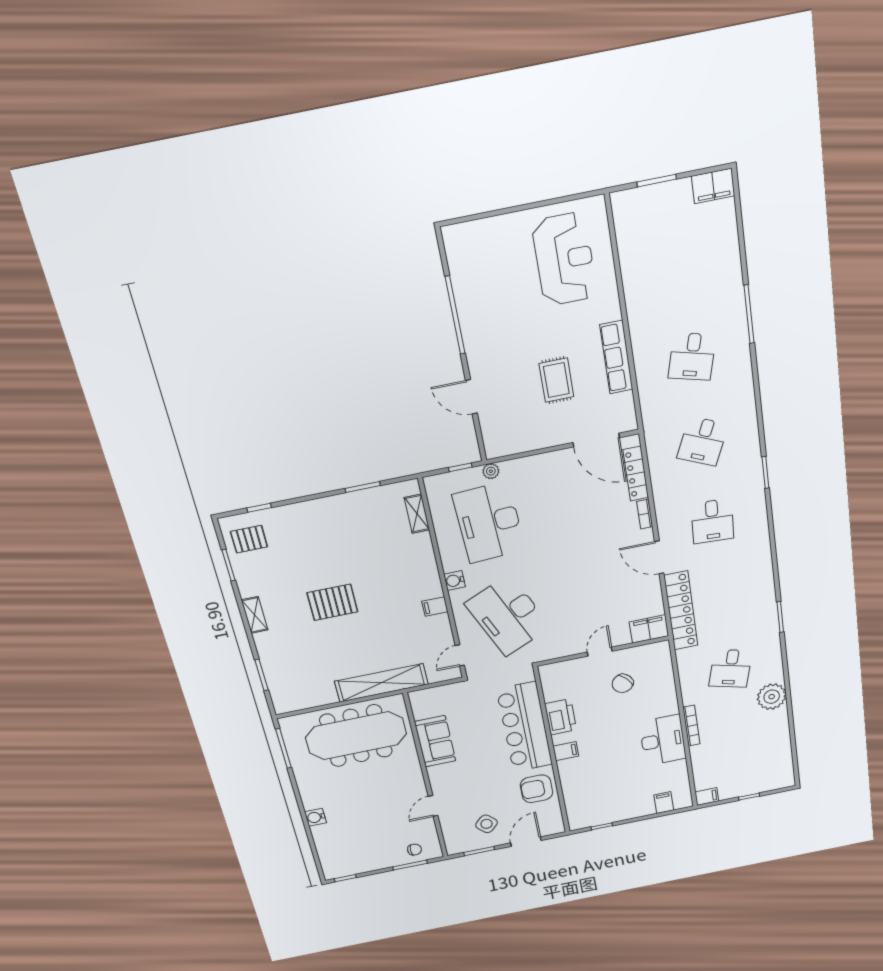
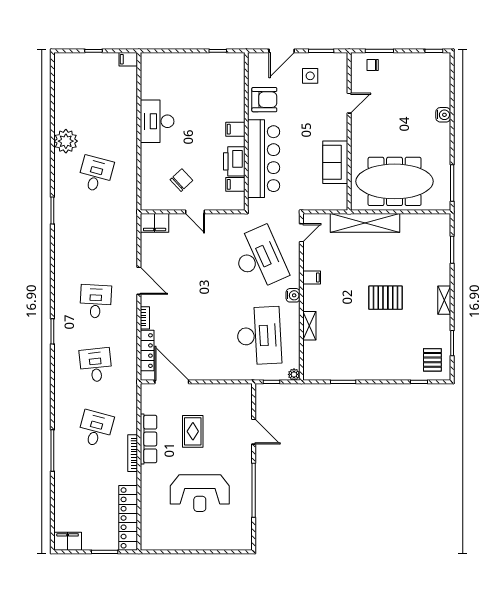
reception desk: (564, 259) -> (200, 493), moved, turned -90
desk: (703, 441) -> (96, 365), turned -30
plant: (491, 471) -> (294, 374), moved
shelving: (417, 514) -> (309, 326), moved
pallet: (249, 539) -> (432, 360), turned 90
locker: (681, 611) -> (128, 518), moved
door: (600, 652) -> (195, 212), hinge flipped
bookcase: (691, 726) -> (133, 453), moved
filing cabinet: (664, 803) -> (235, 184), moved, turned 90
side table: (487, 824) -> (310, 76), turned 45

